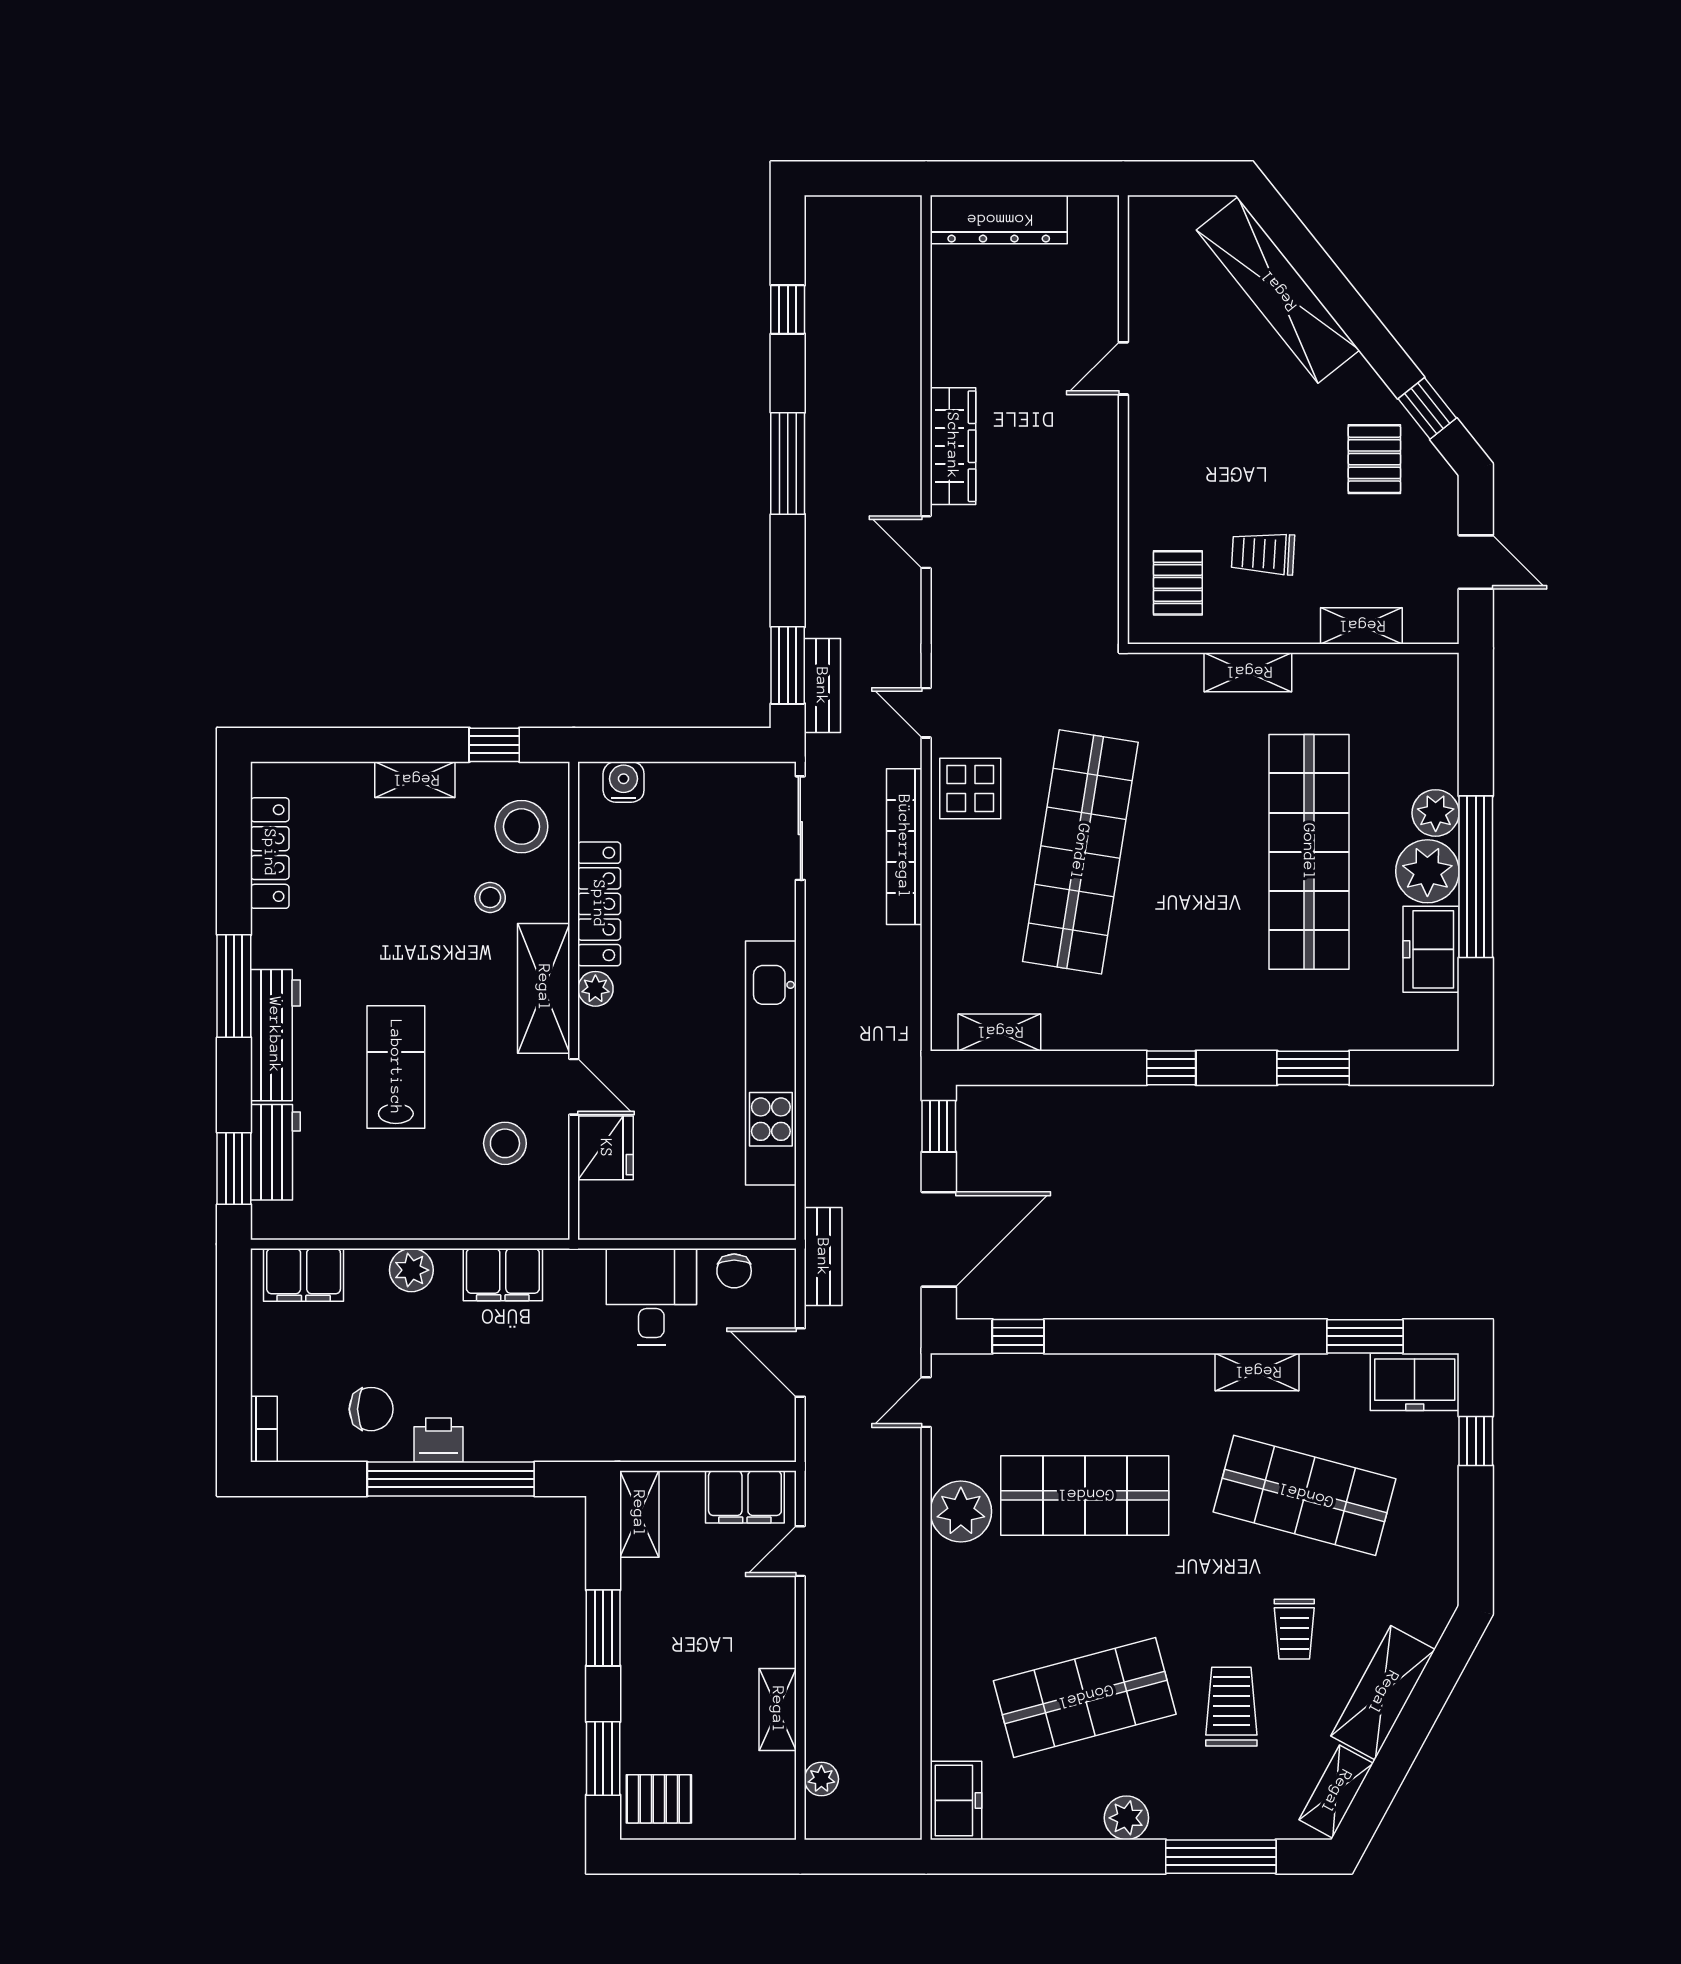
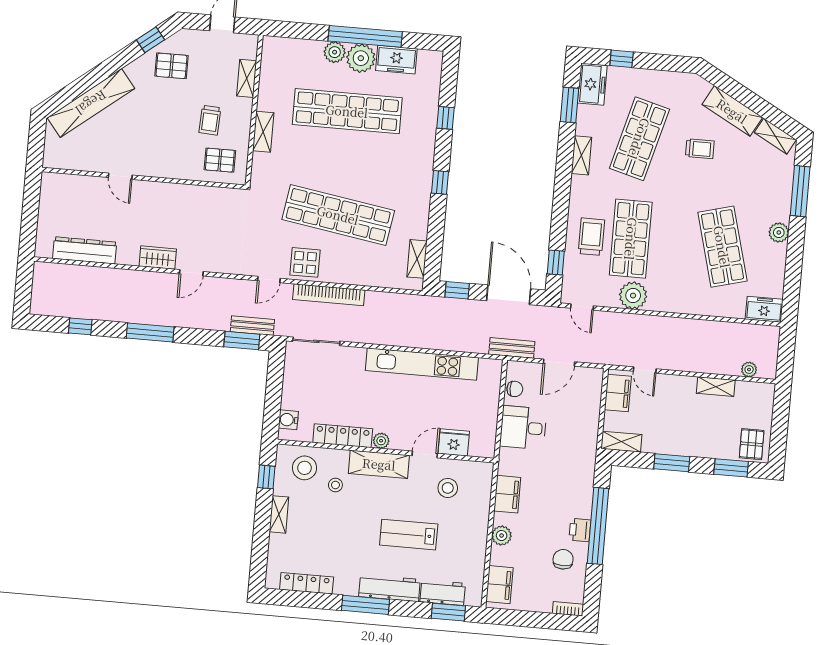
dresser: (999, 220) -> (85, 250), moved, turned -90
wardrobe: (953, 446) -> (158, 258), width x0.67
window: (1313, 1068) -> (446, 118), width x0.67
trolley: (1231, 1707) -> (591, 237), moved, turned 90

